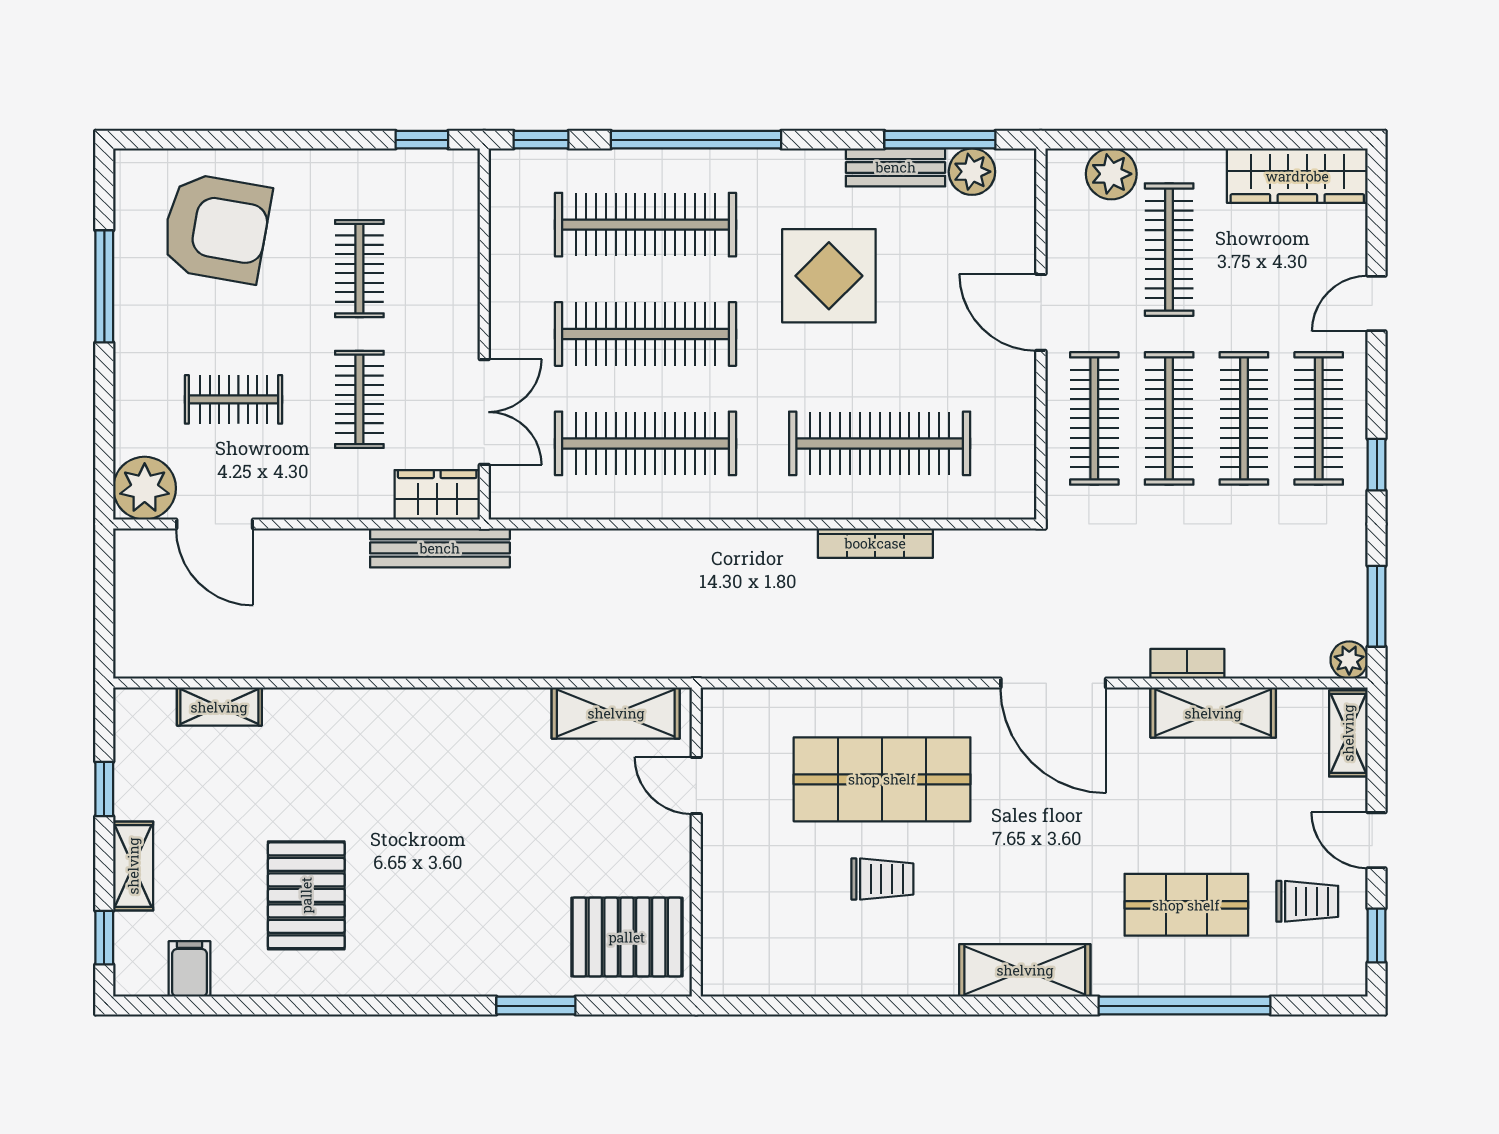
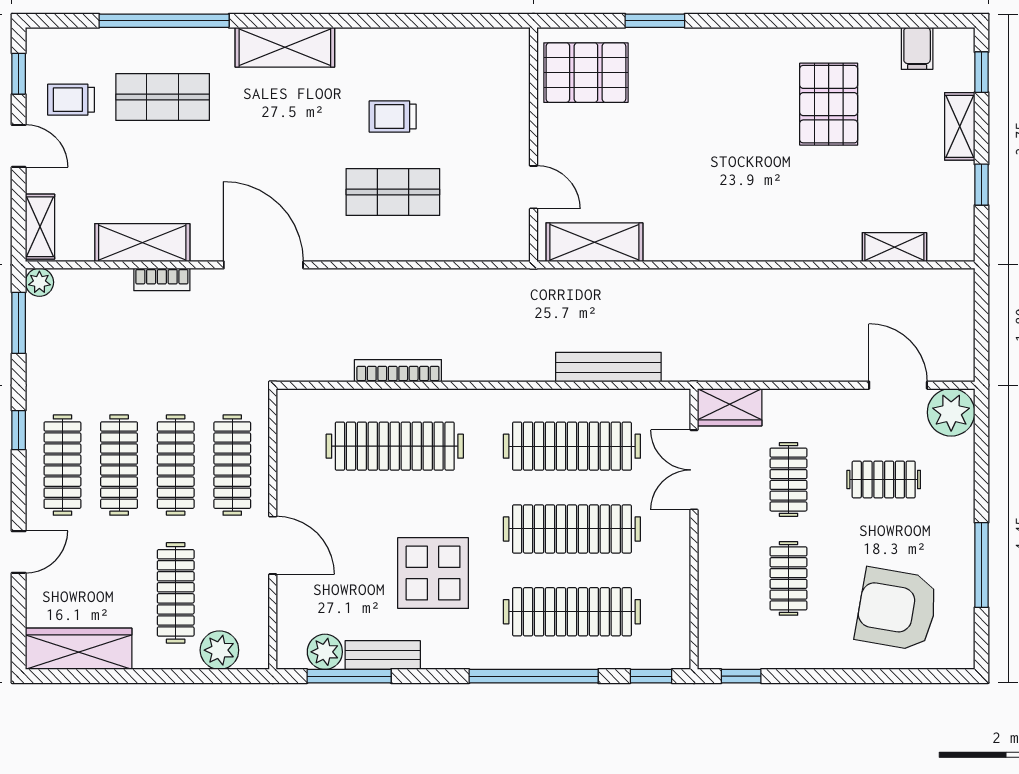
bench: (440, 548) -> (608, 367), moved
shop shelf: (882, 779) -> (393, 192), width x0.70, depth x0.74

